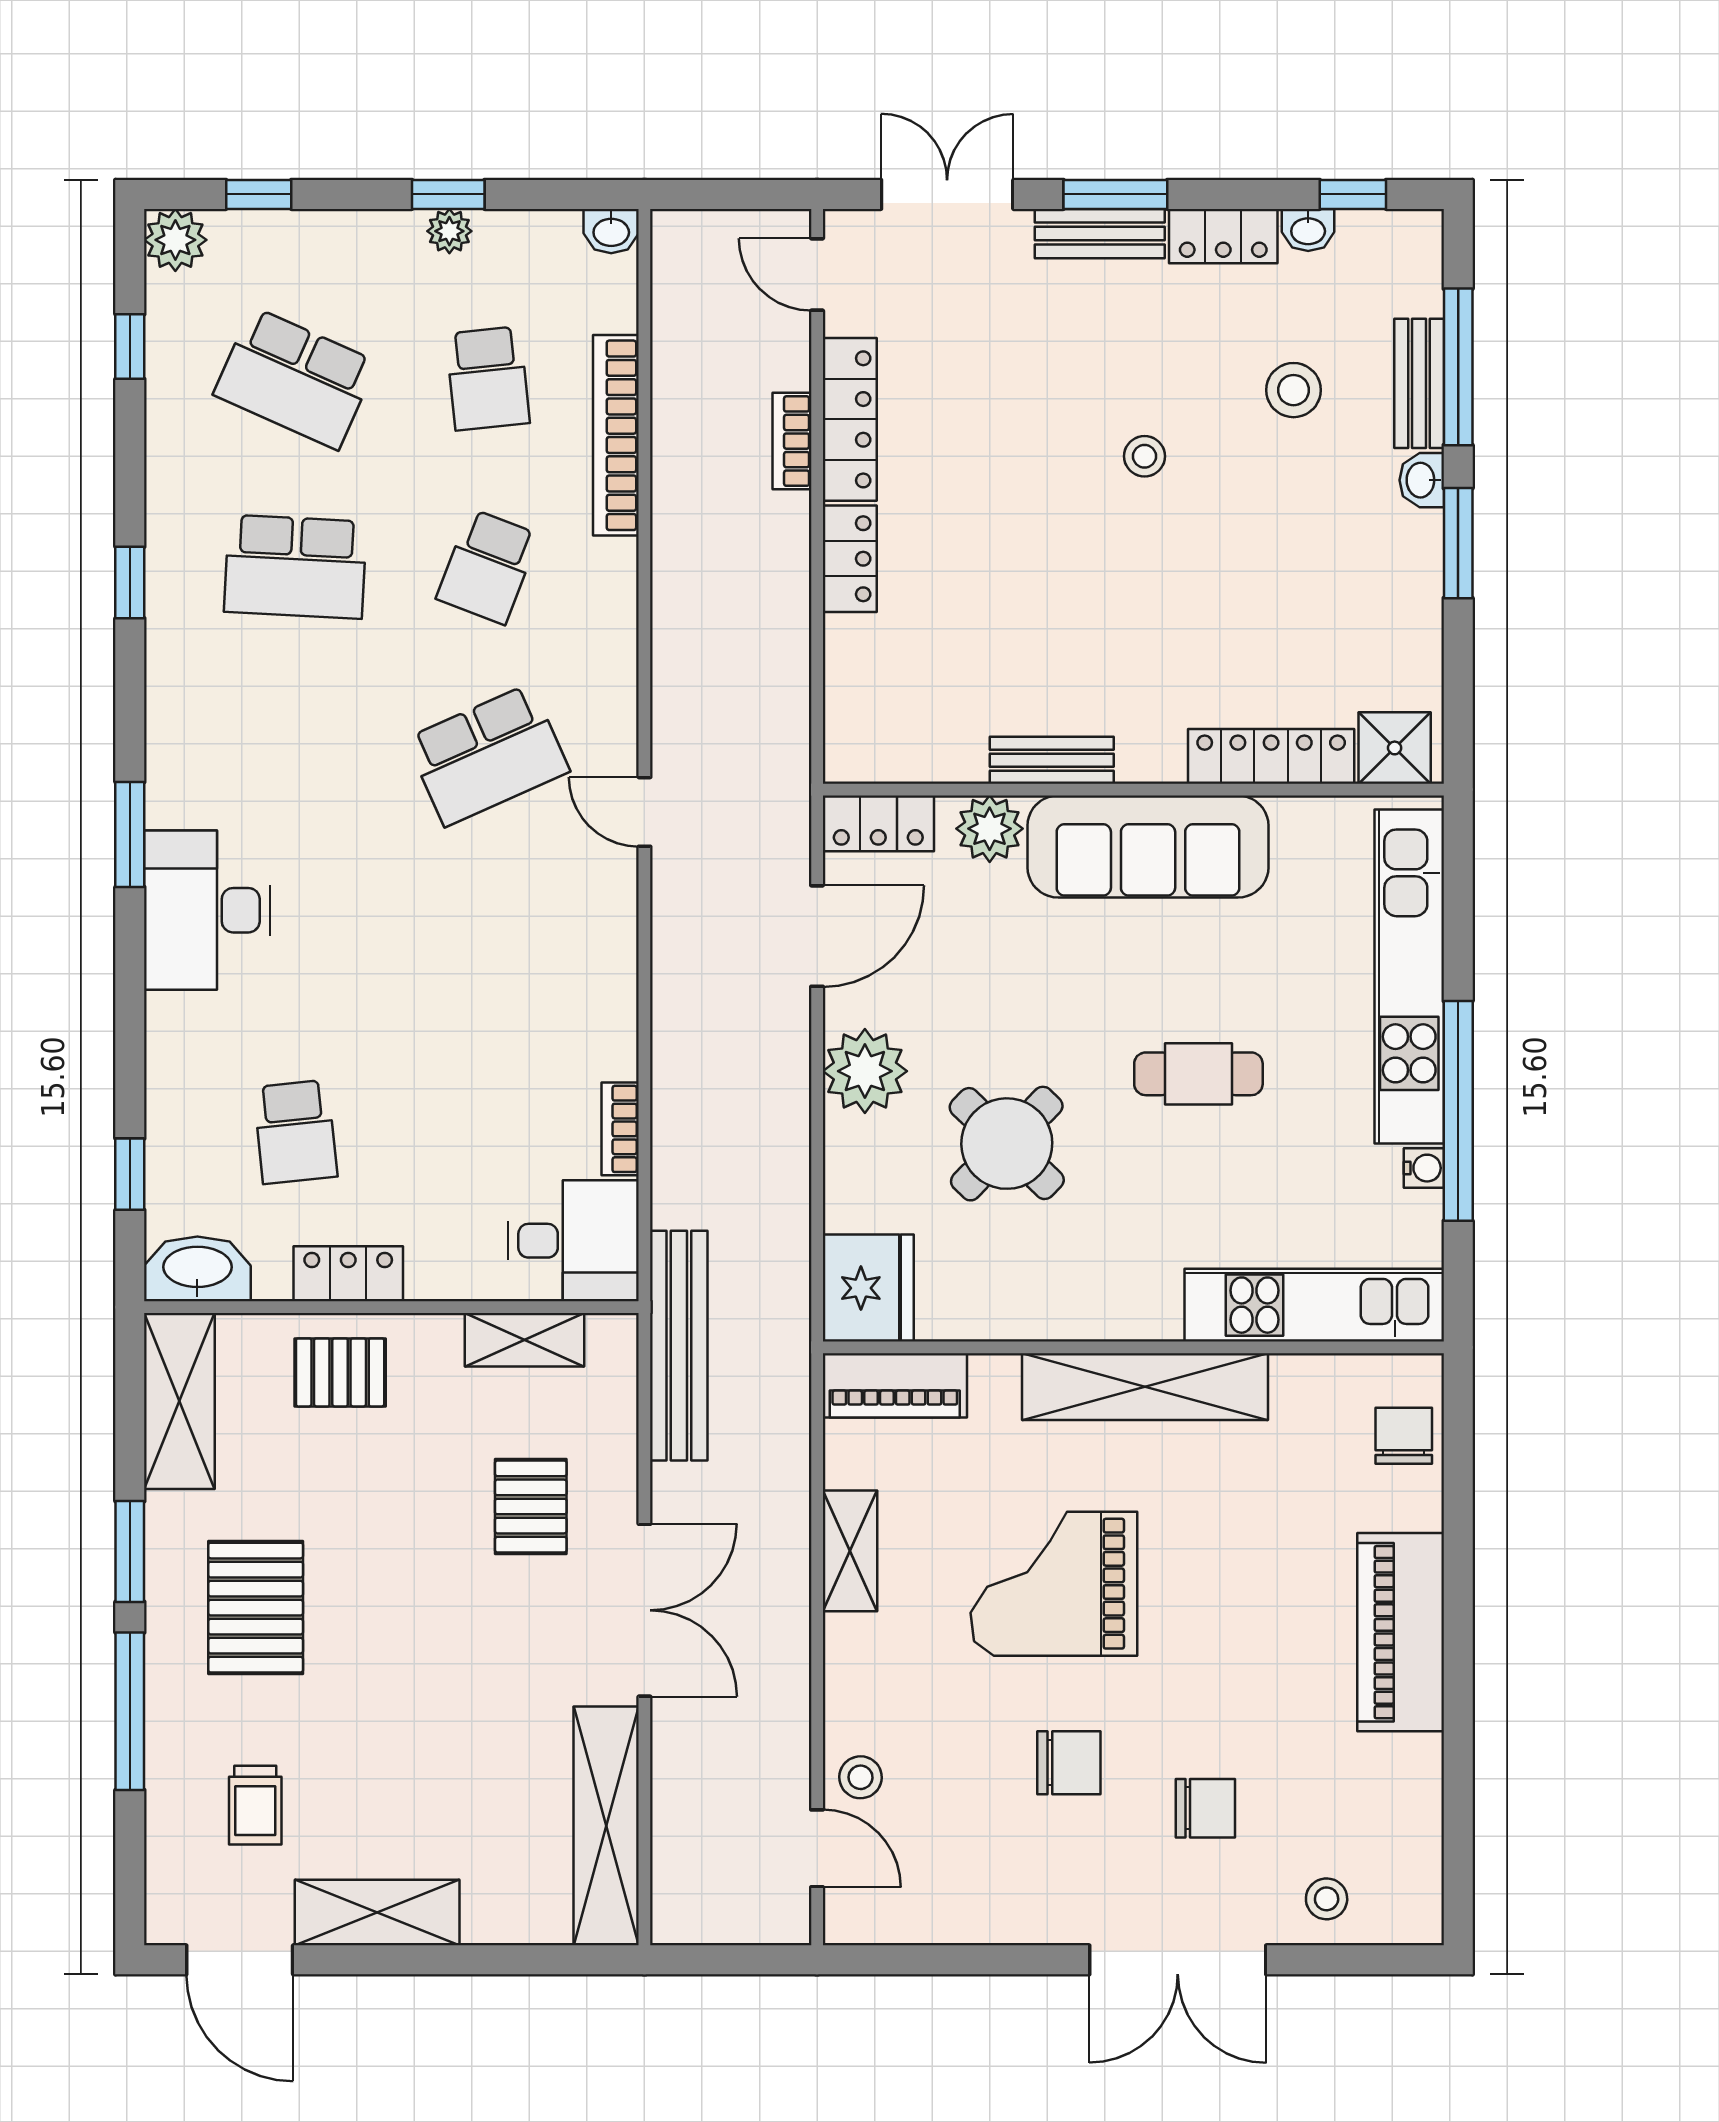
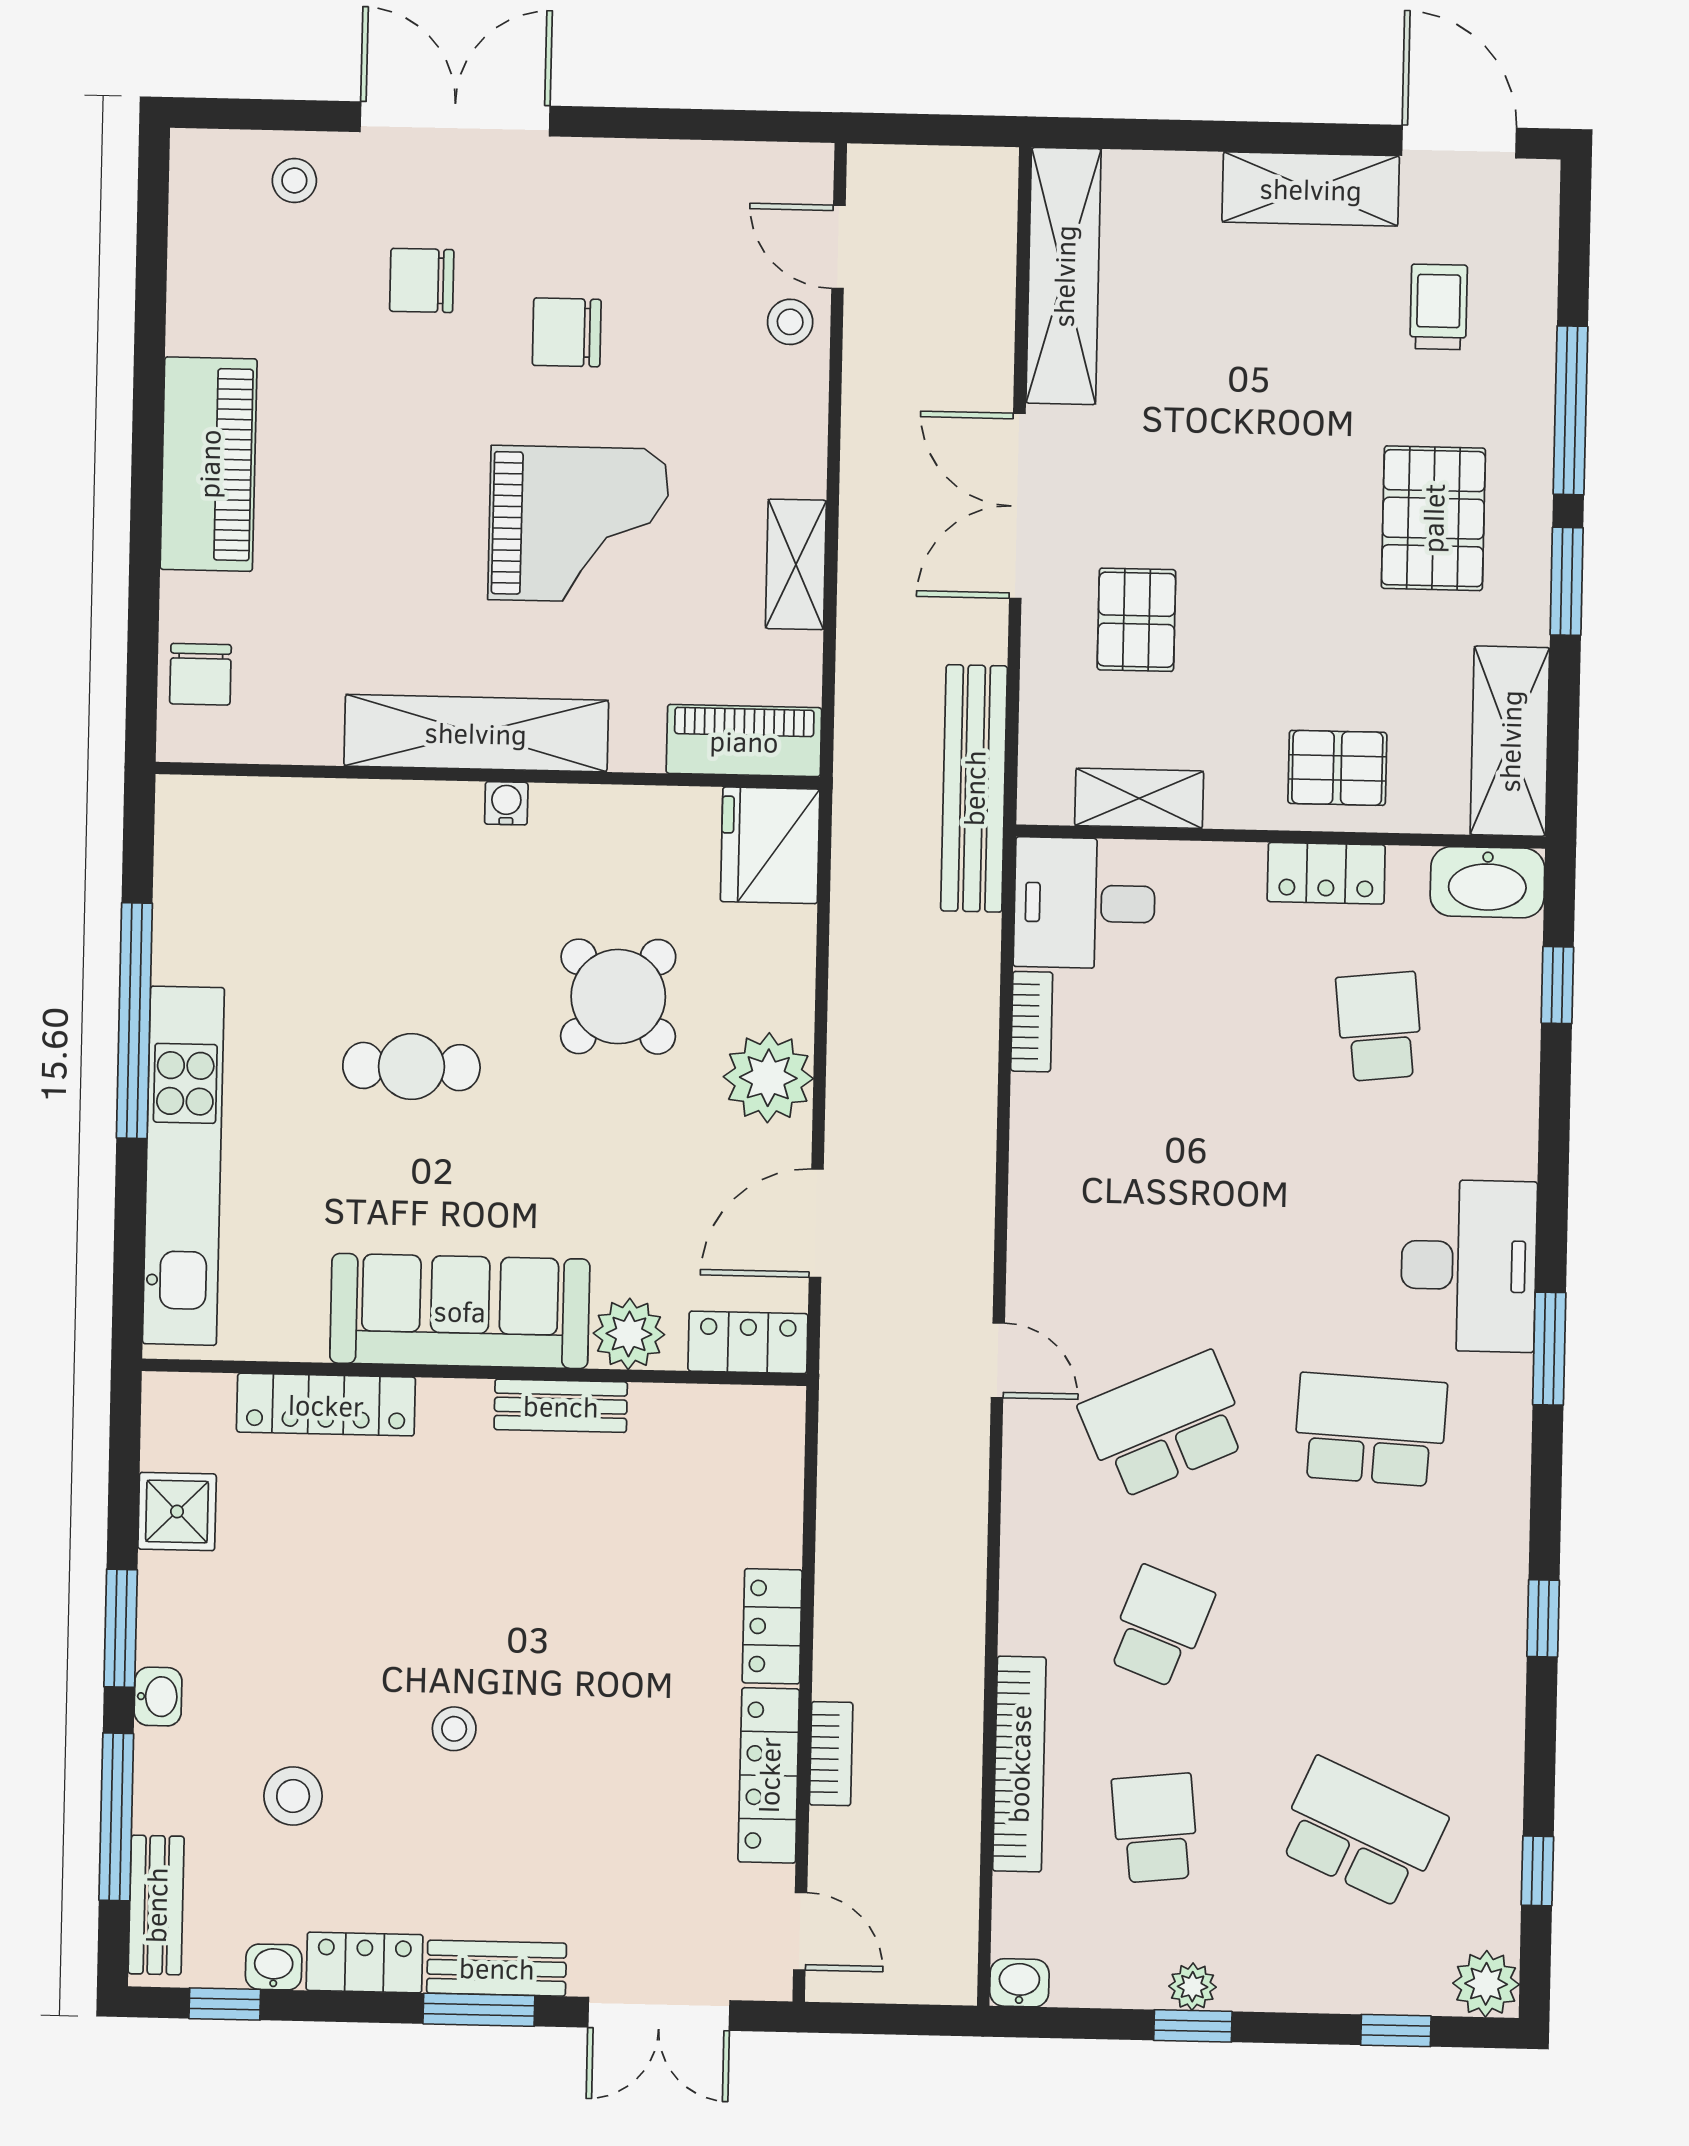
bench: (1419, 383) -> (156, 1905), moved
school desk: (295, 567) -> (1370, 1430), moved
shower: (1395, 748) -> (177, 1511), moved
water cooler: (1424, 1168) -> (506, 803), moved, turned 90
kitchen unit: (1314, 1305) -> (293, 816), removed

